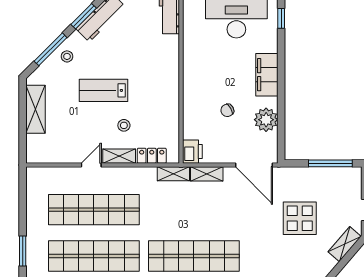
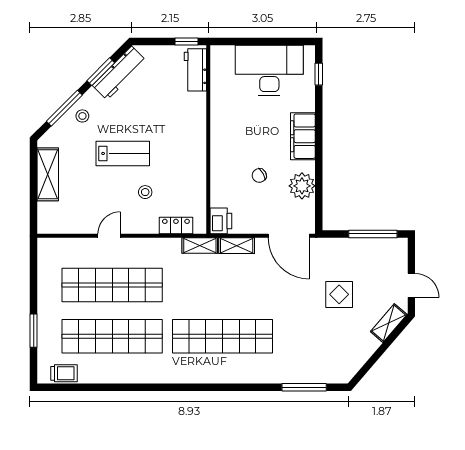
lab bench: (104, 90) -> (123, 153), turned 180
shelving: (119, 156) -> (140, 226), removed
display table: (300, 218) -> (339, 294), width x0.73, depth x0.73

